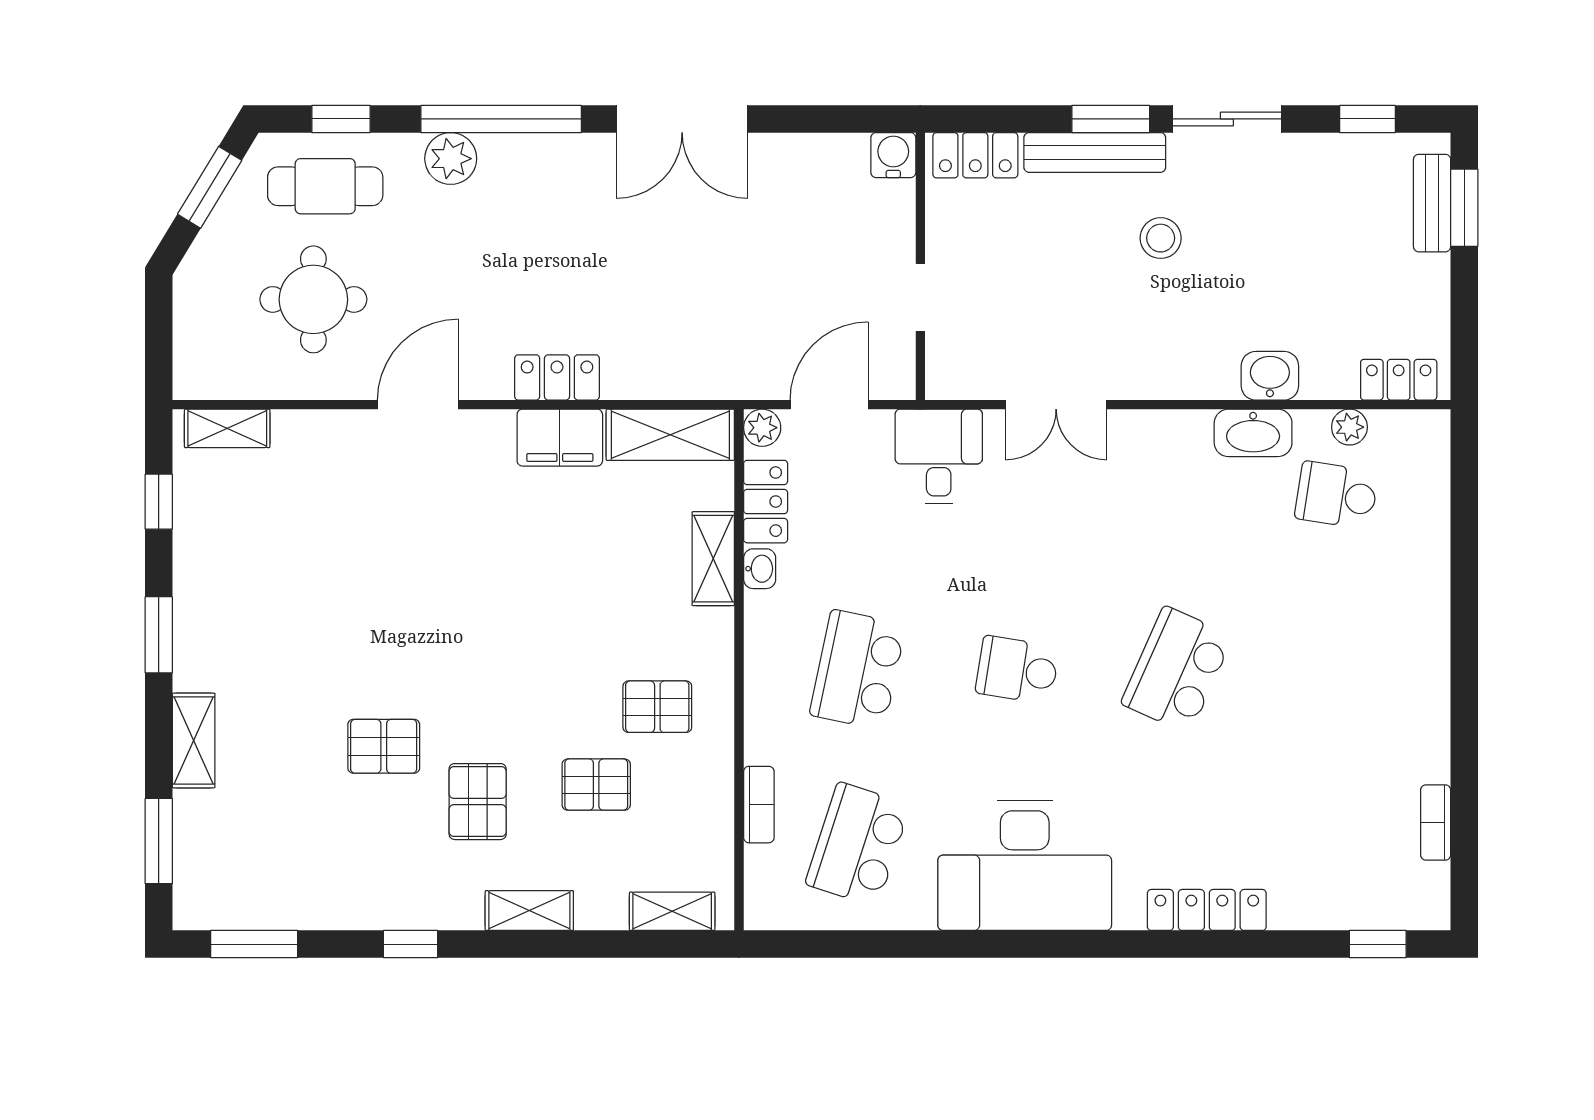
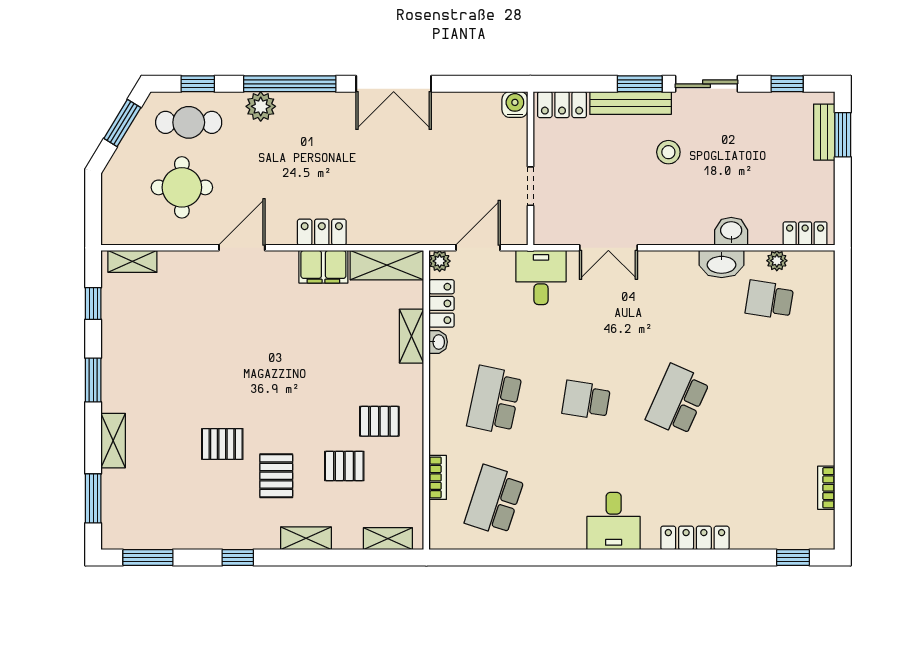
desk: (1025, 865) -> (614, 521), width x0.53, depth x0.77

